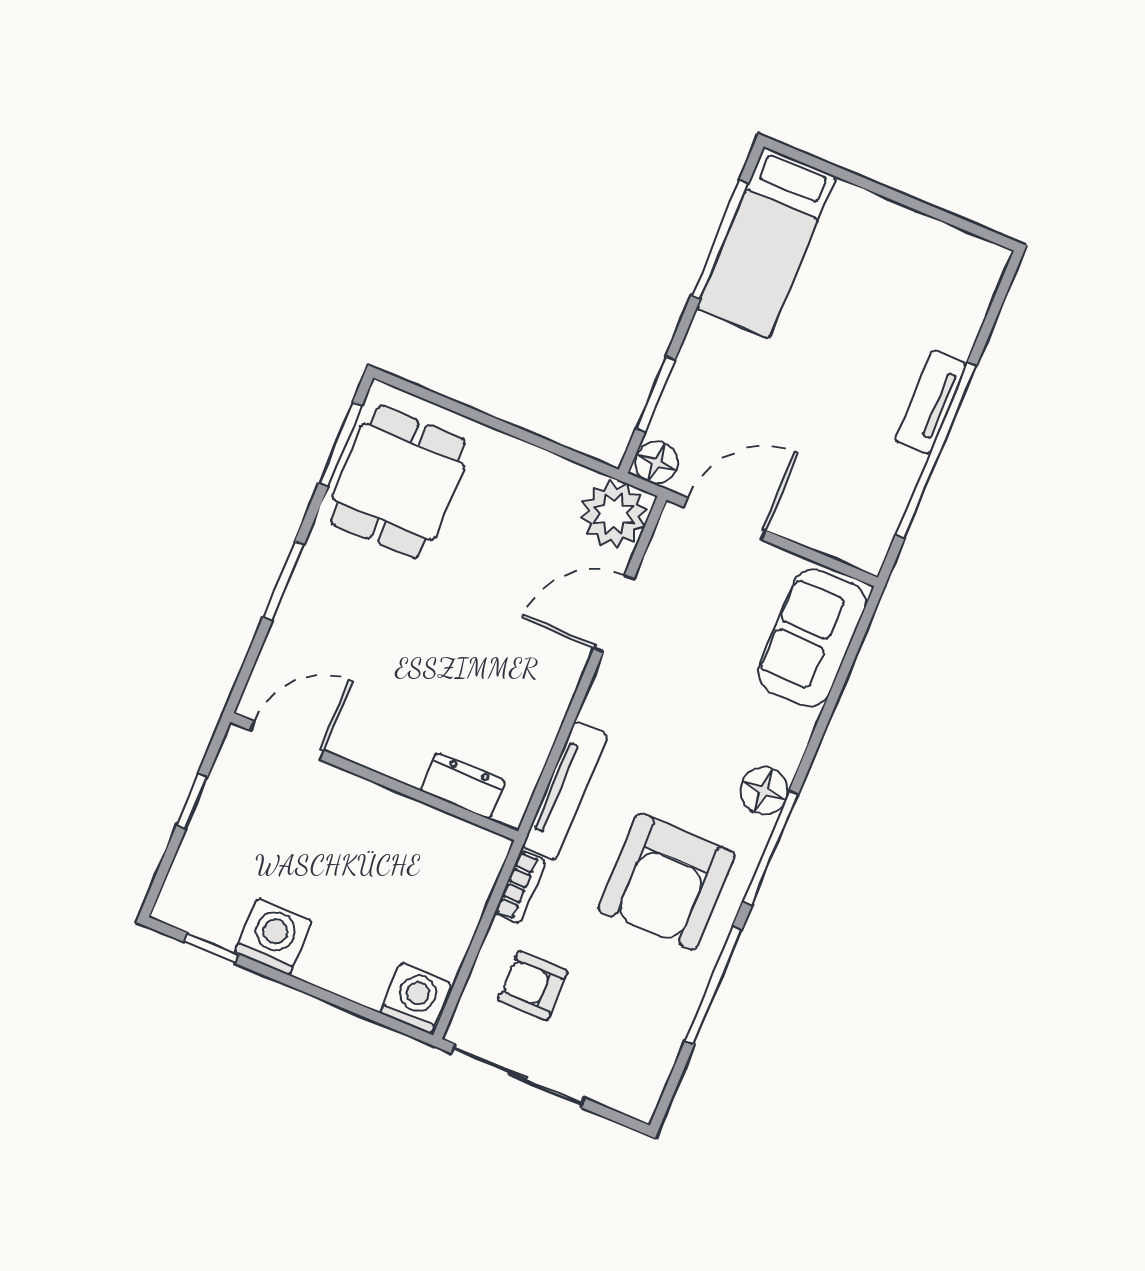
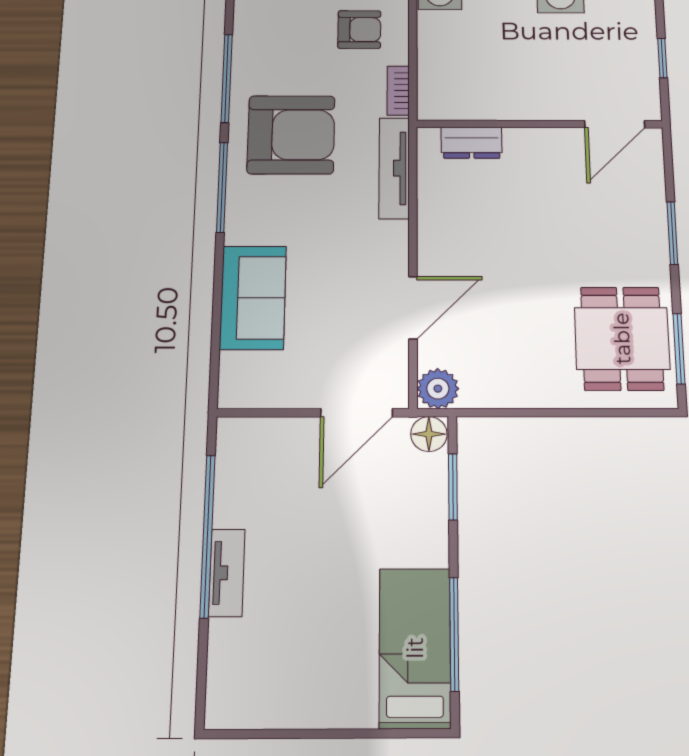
plant: (614, 514) -> (438, 389), width x0.73, depth x0.73
sofa: (812, 638) -> (253, 298), moved
floor lamp: (764, 791) -> (244, 225), removed
armchair: (666, 882) -> (291, 135), turned 90

